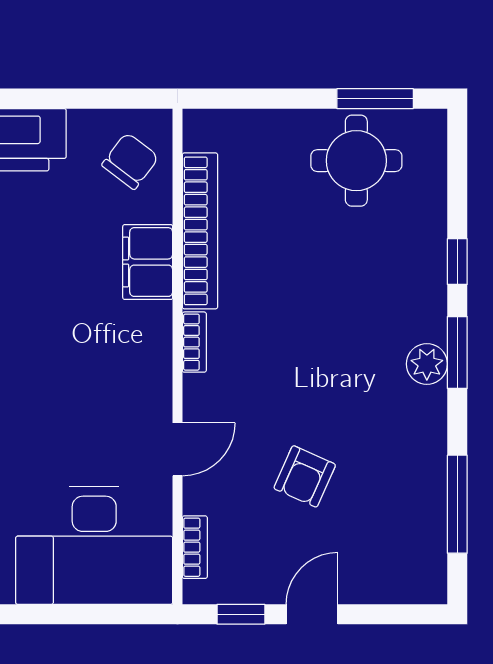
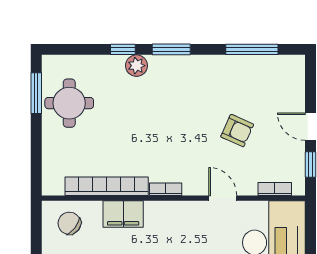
plant: (427, 364) -> (137, 66), moved

